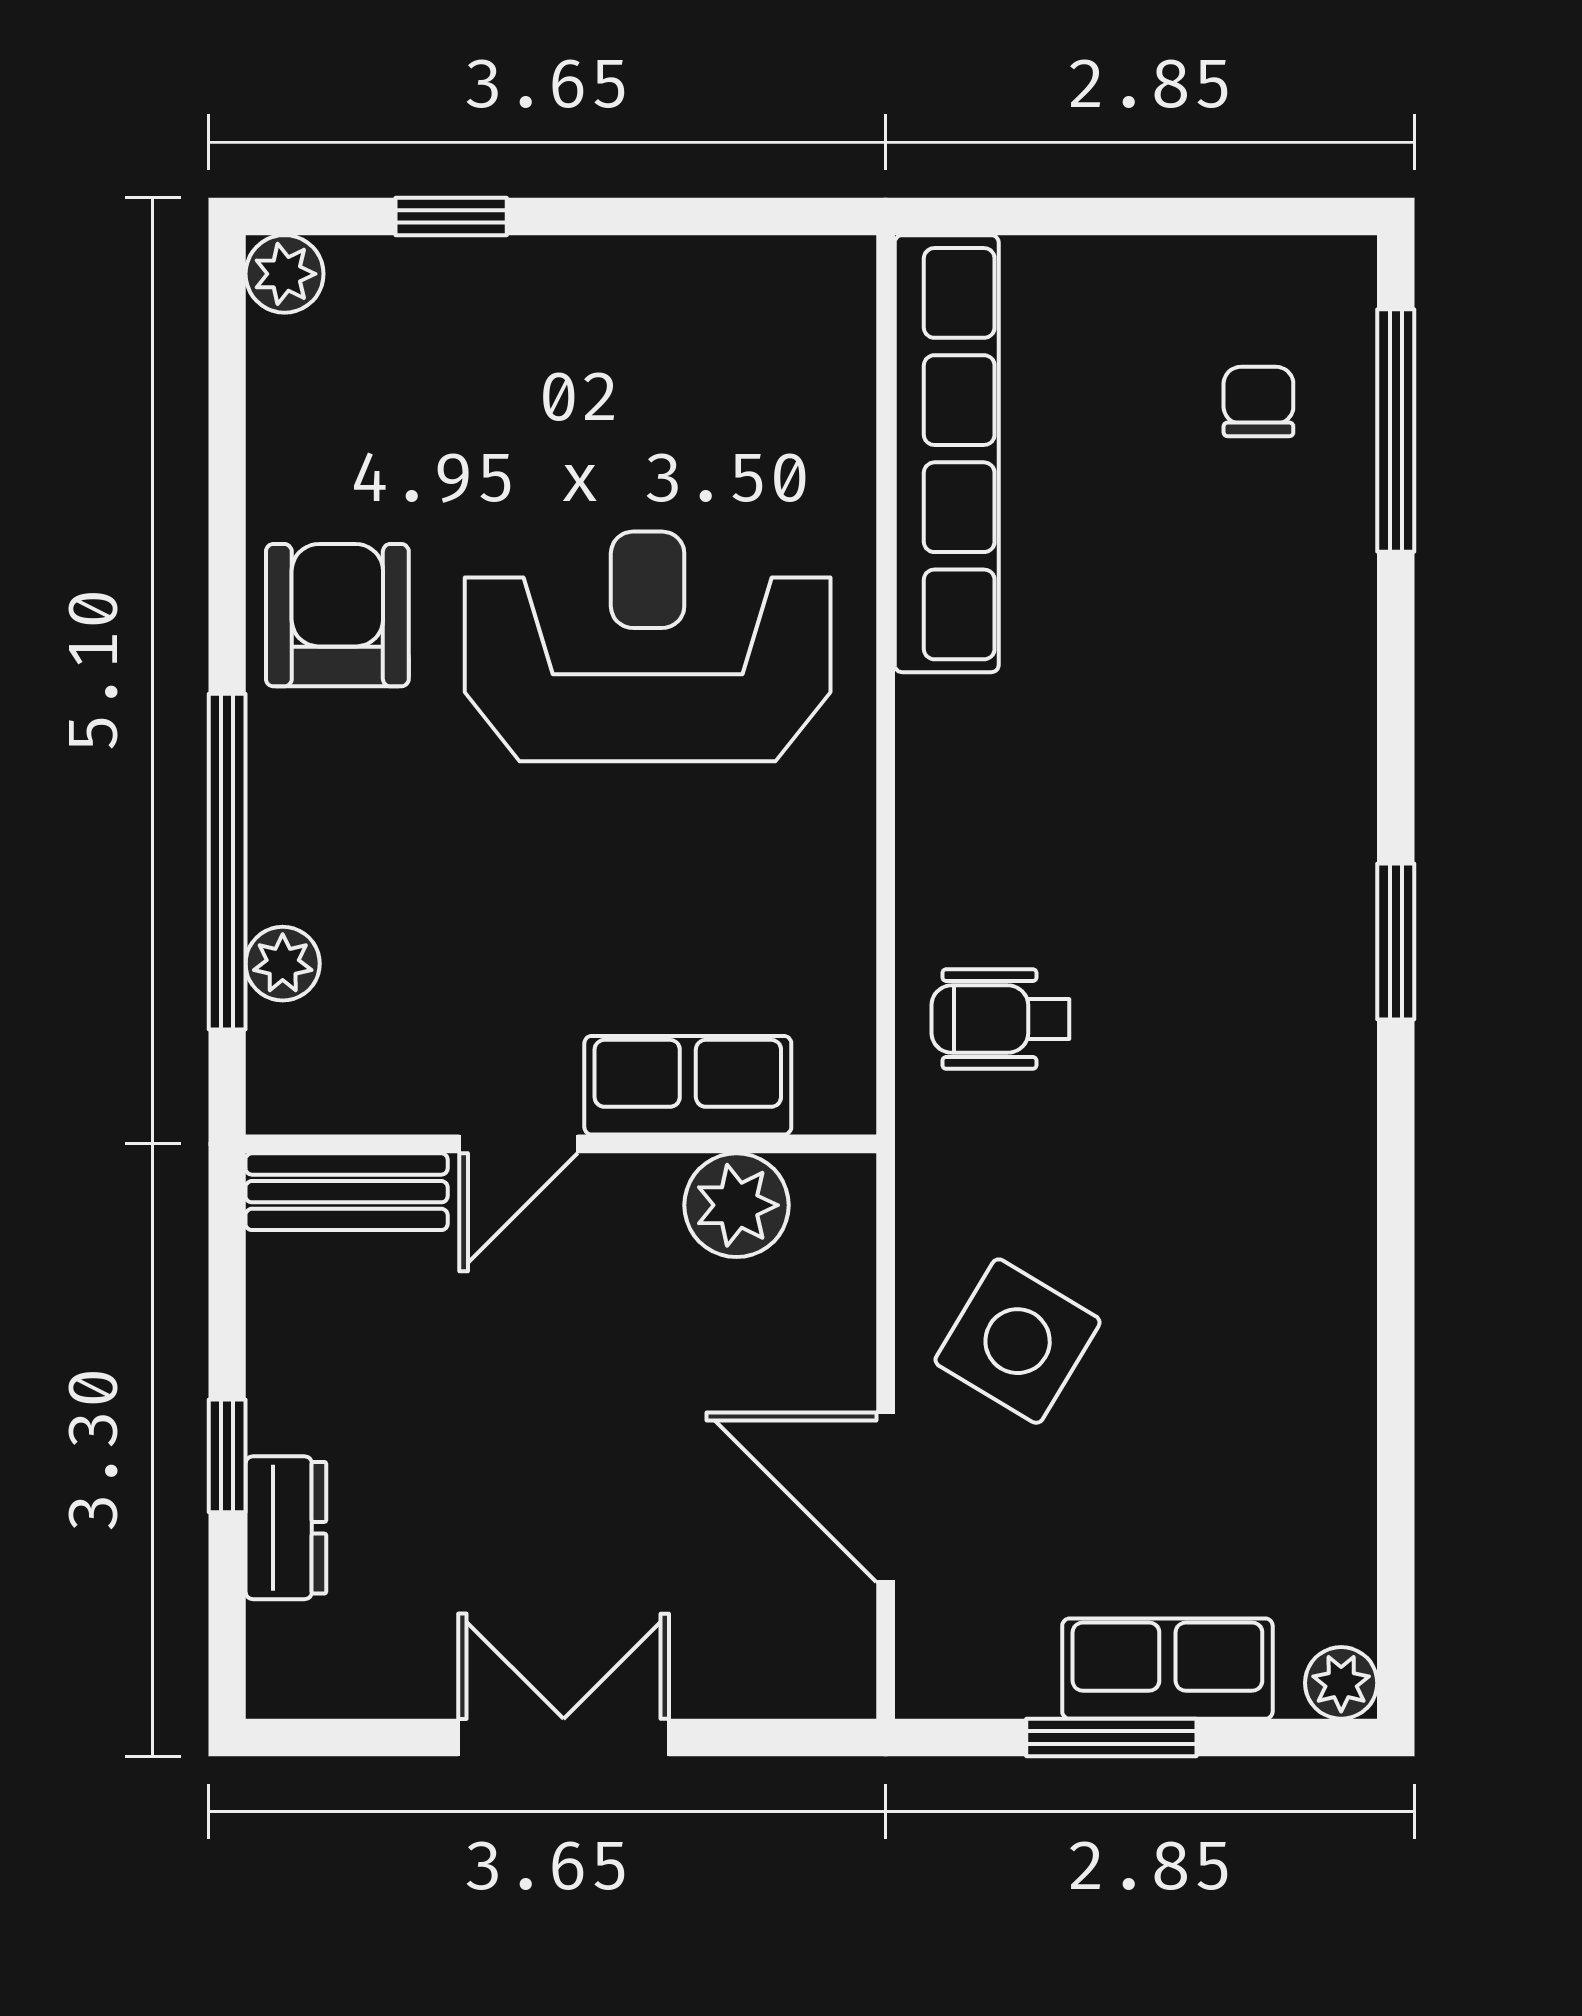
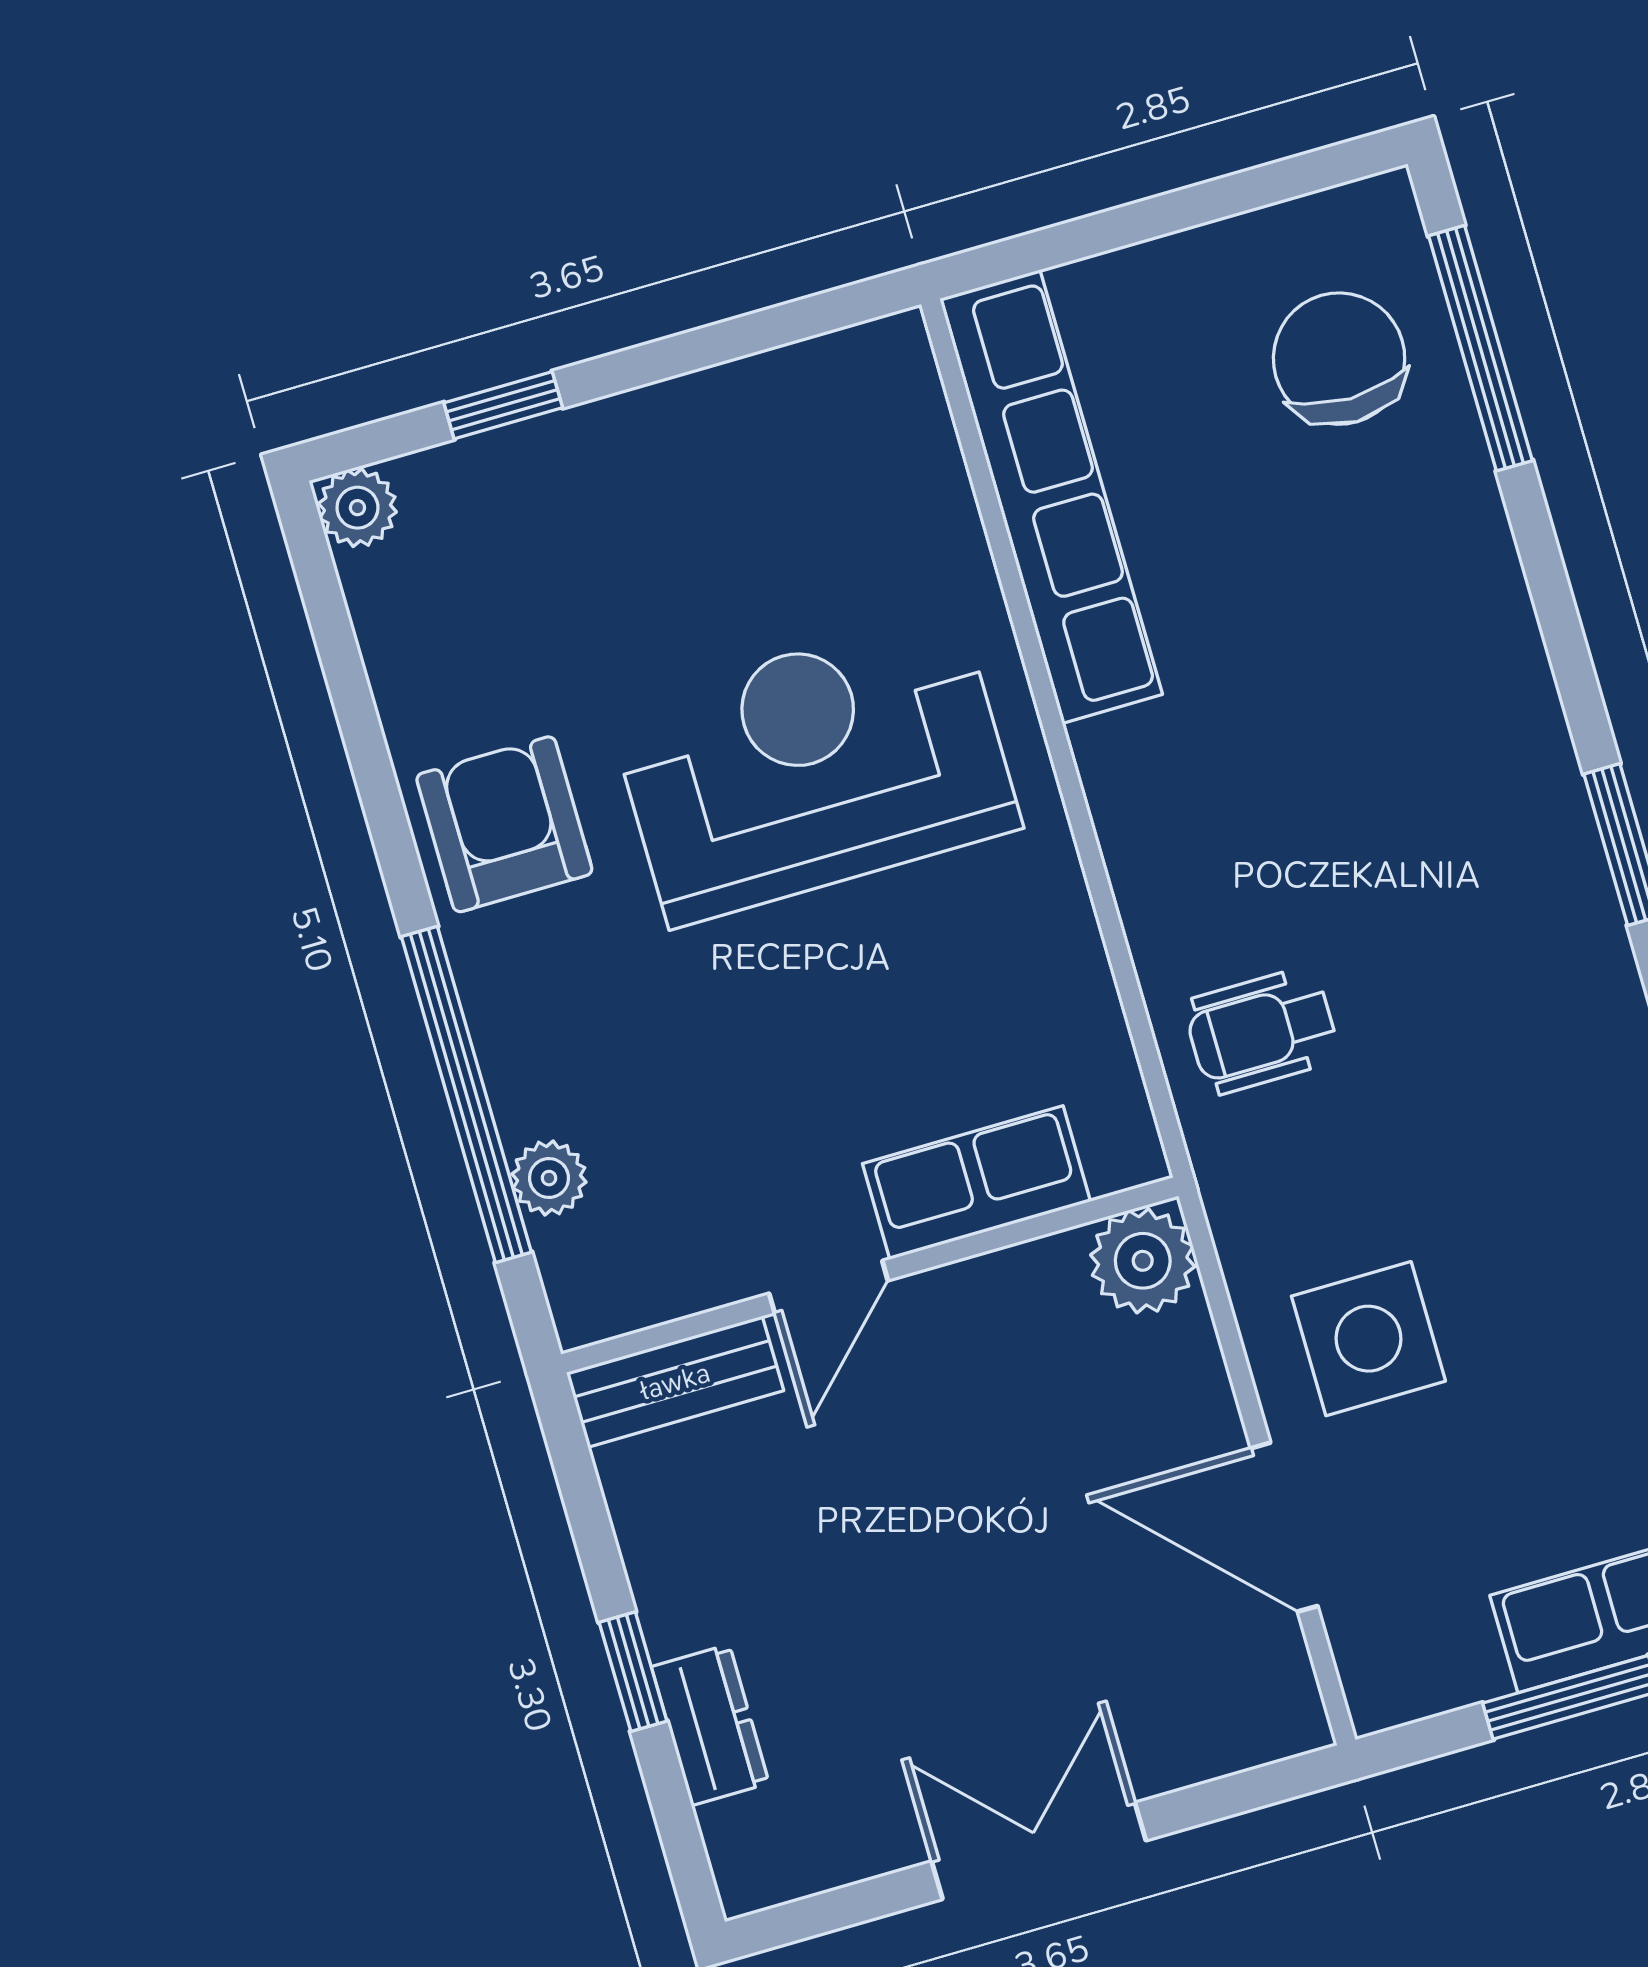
chair: (1258, 402) -> (1339, 359), width x1.87, depth x1.87
plant: (736, 1205) -> (1143, 1261), moved
side table: (1018, 1341) -> (1368, 1339), turned -31

